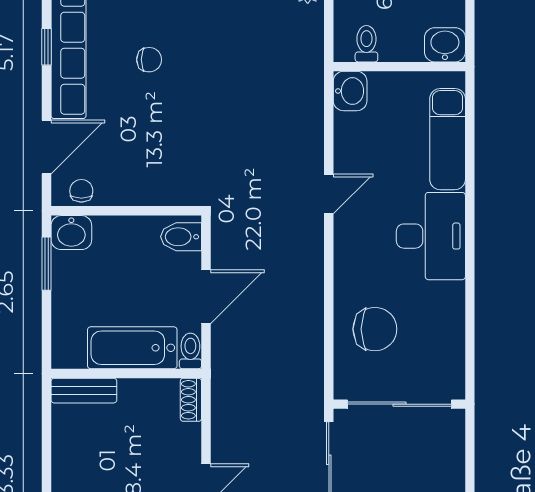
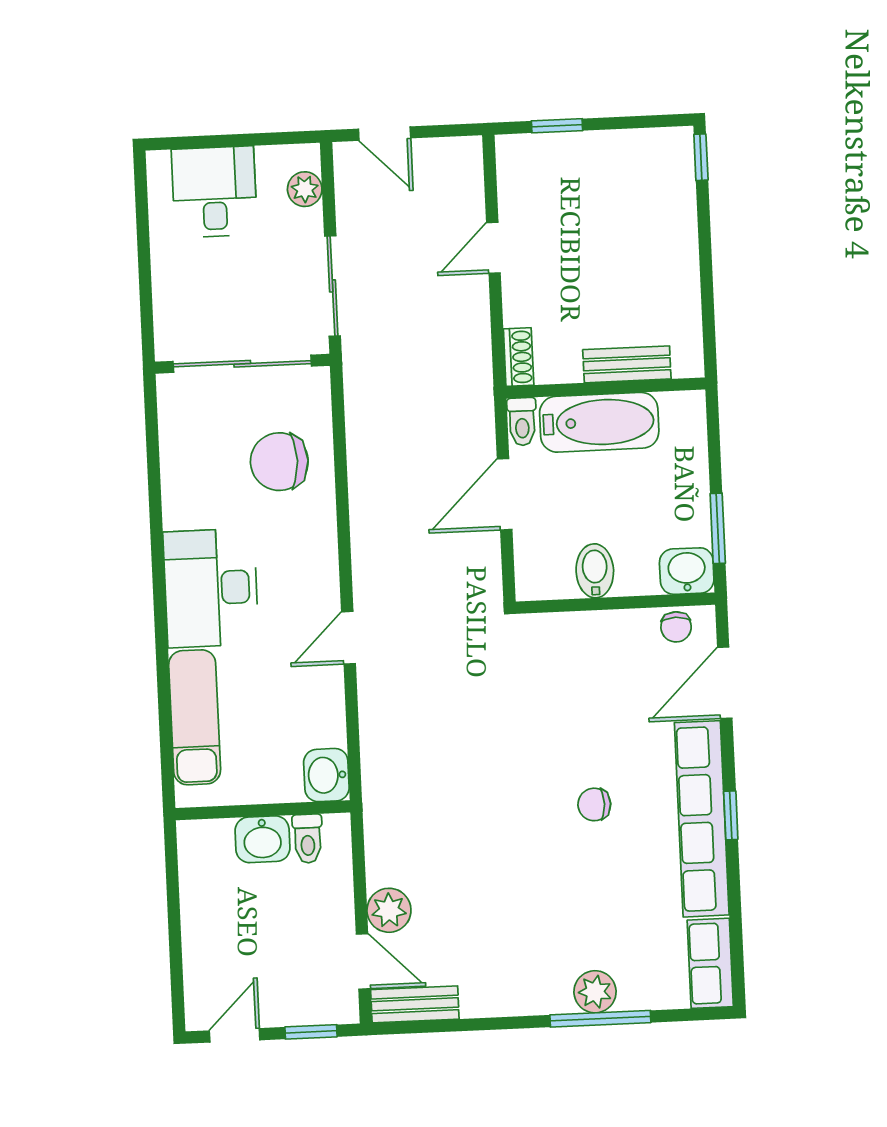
washbasin: (445, 45) -> (262, 839), moved
bidet: (181, 237) -> (595, 571), moved, turned -90
bench: (84, 391) -> (627, 364), moved

